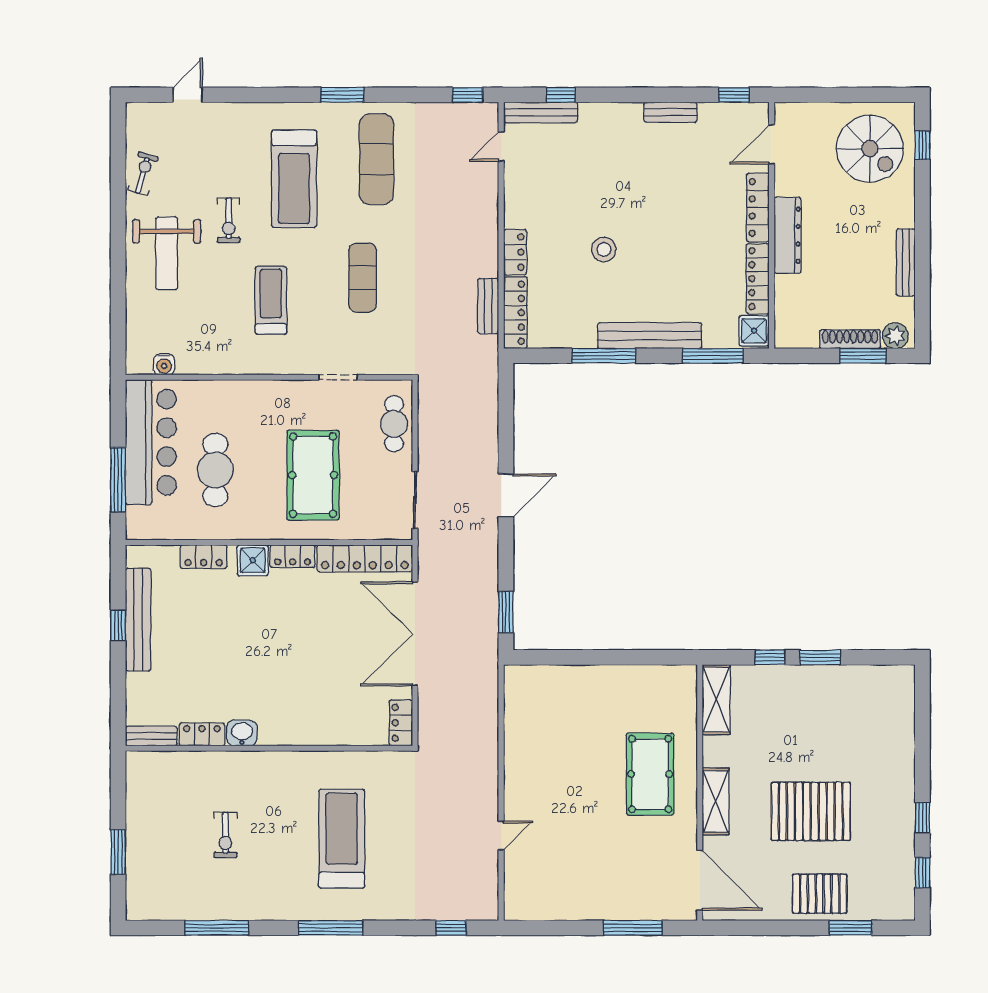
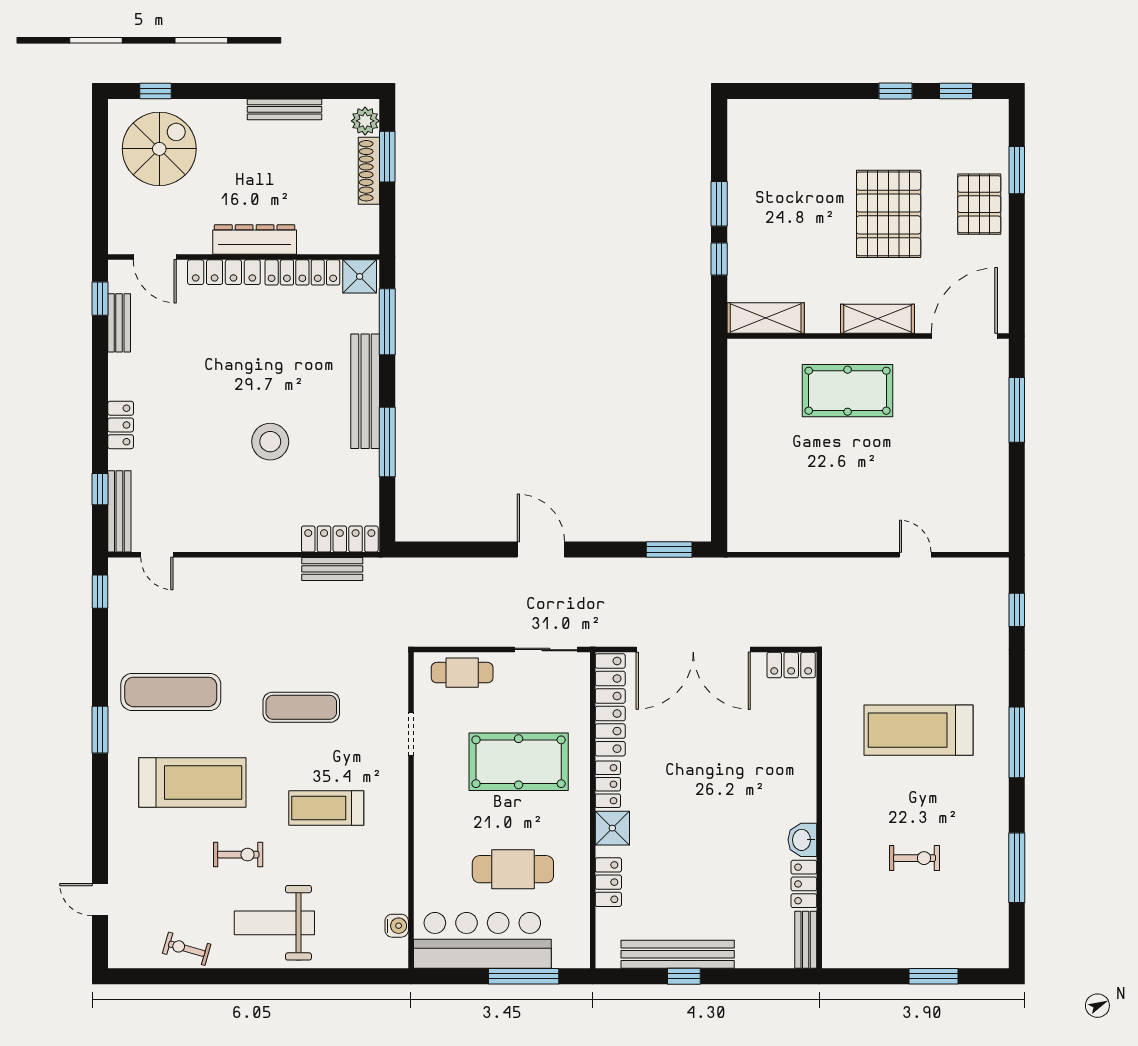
bench: (670, 112) -> (119, 323), moved
stool: (604, 249) -> (270, 442), width x1.38, depth x1.38
locker: (515, 252) -> (121, 425), moved, turned 90
weight bench: (167, 253) -> (274, 923), turned 180

